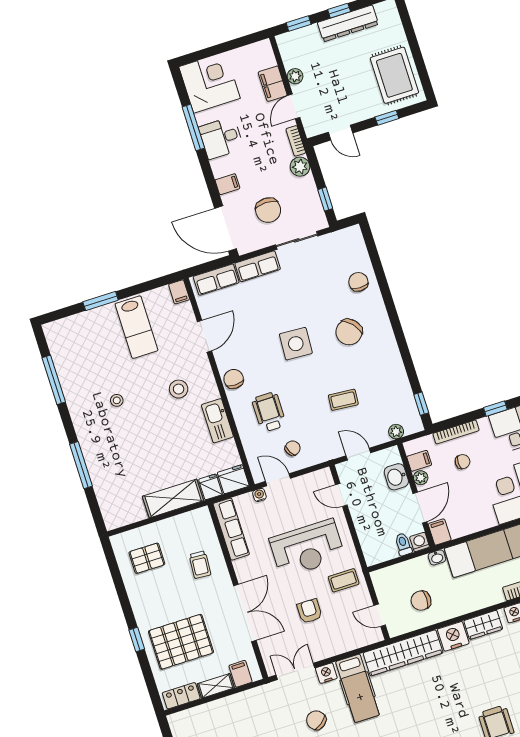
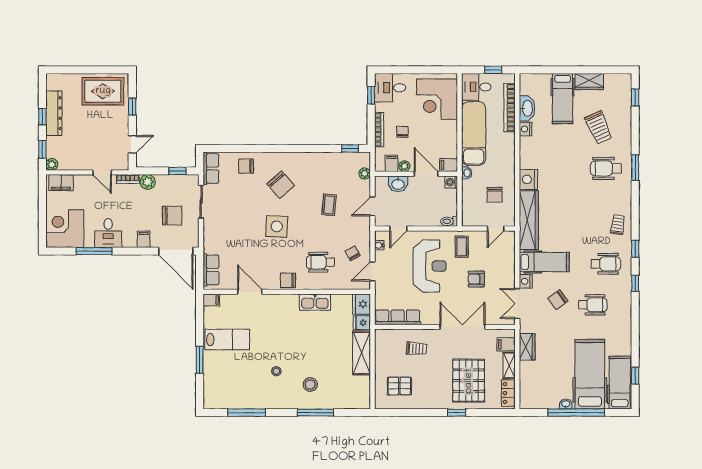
plant: (295, 76) -> (52, 164), moved
filing cabinet: (273, 84) -> (61, 183), moved
door: (226, 229) -> (176, 251), hinge flipped
row of seats: (258, 266) -> (211, 168), moved
stool: (179, 389) -> (310, 385), moved
water cooler: (259, 495) -> (379, 245), moved
toilet: (403, 544) -> (449, 221), moved
pallet: (147, 558) -> (399, 386), turned 90
wardrobe: (483, 625) -> (527, 347), moved

